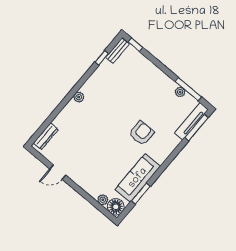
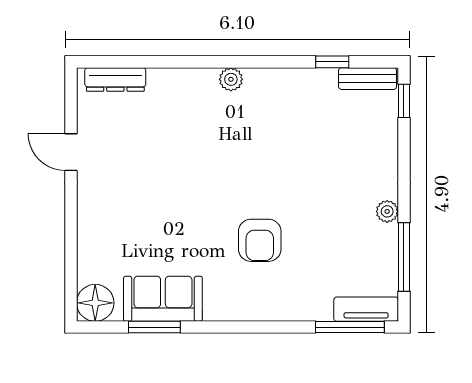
plant: (180, 92) -> (387, 211), moved
tv unit: (191, 121) -> (366, 309), width x0.71
armchair: (141, 133) -> (260, 240), turned 90
sofa: (138, 178) -> (163, 299), width x0.73
plant: (103, 200) -> (88, 270), removed

